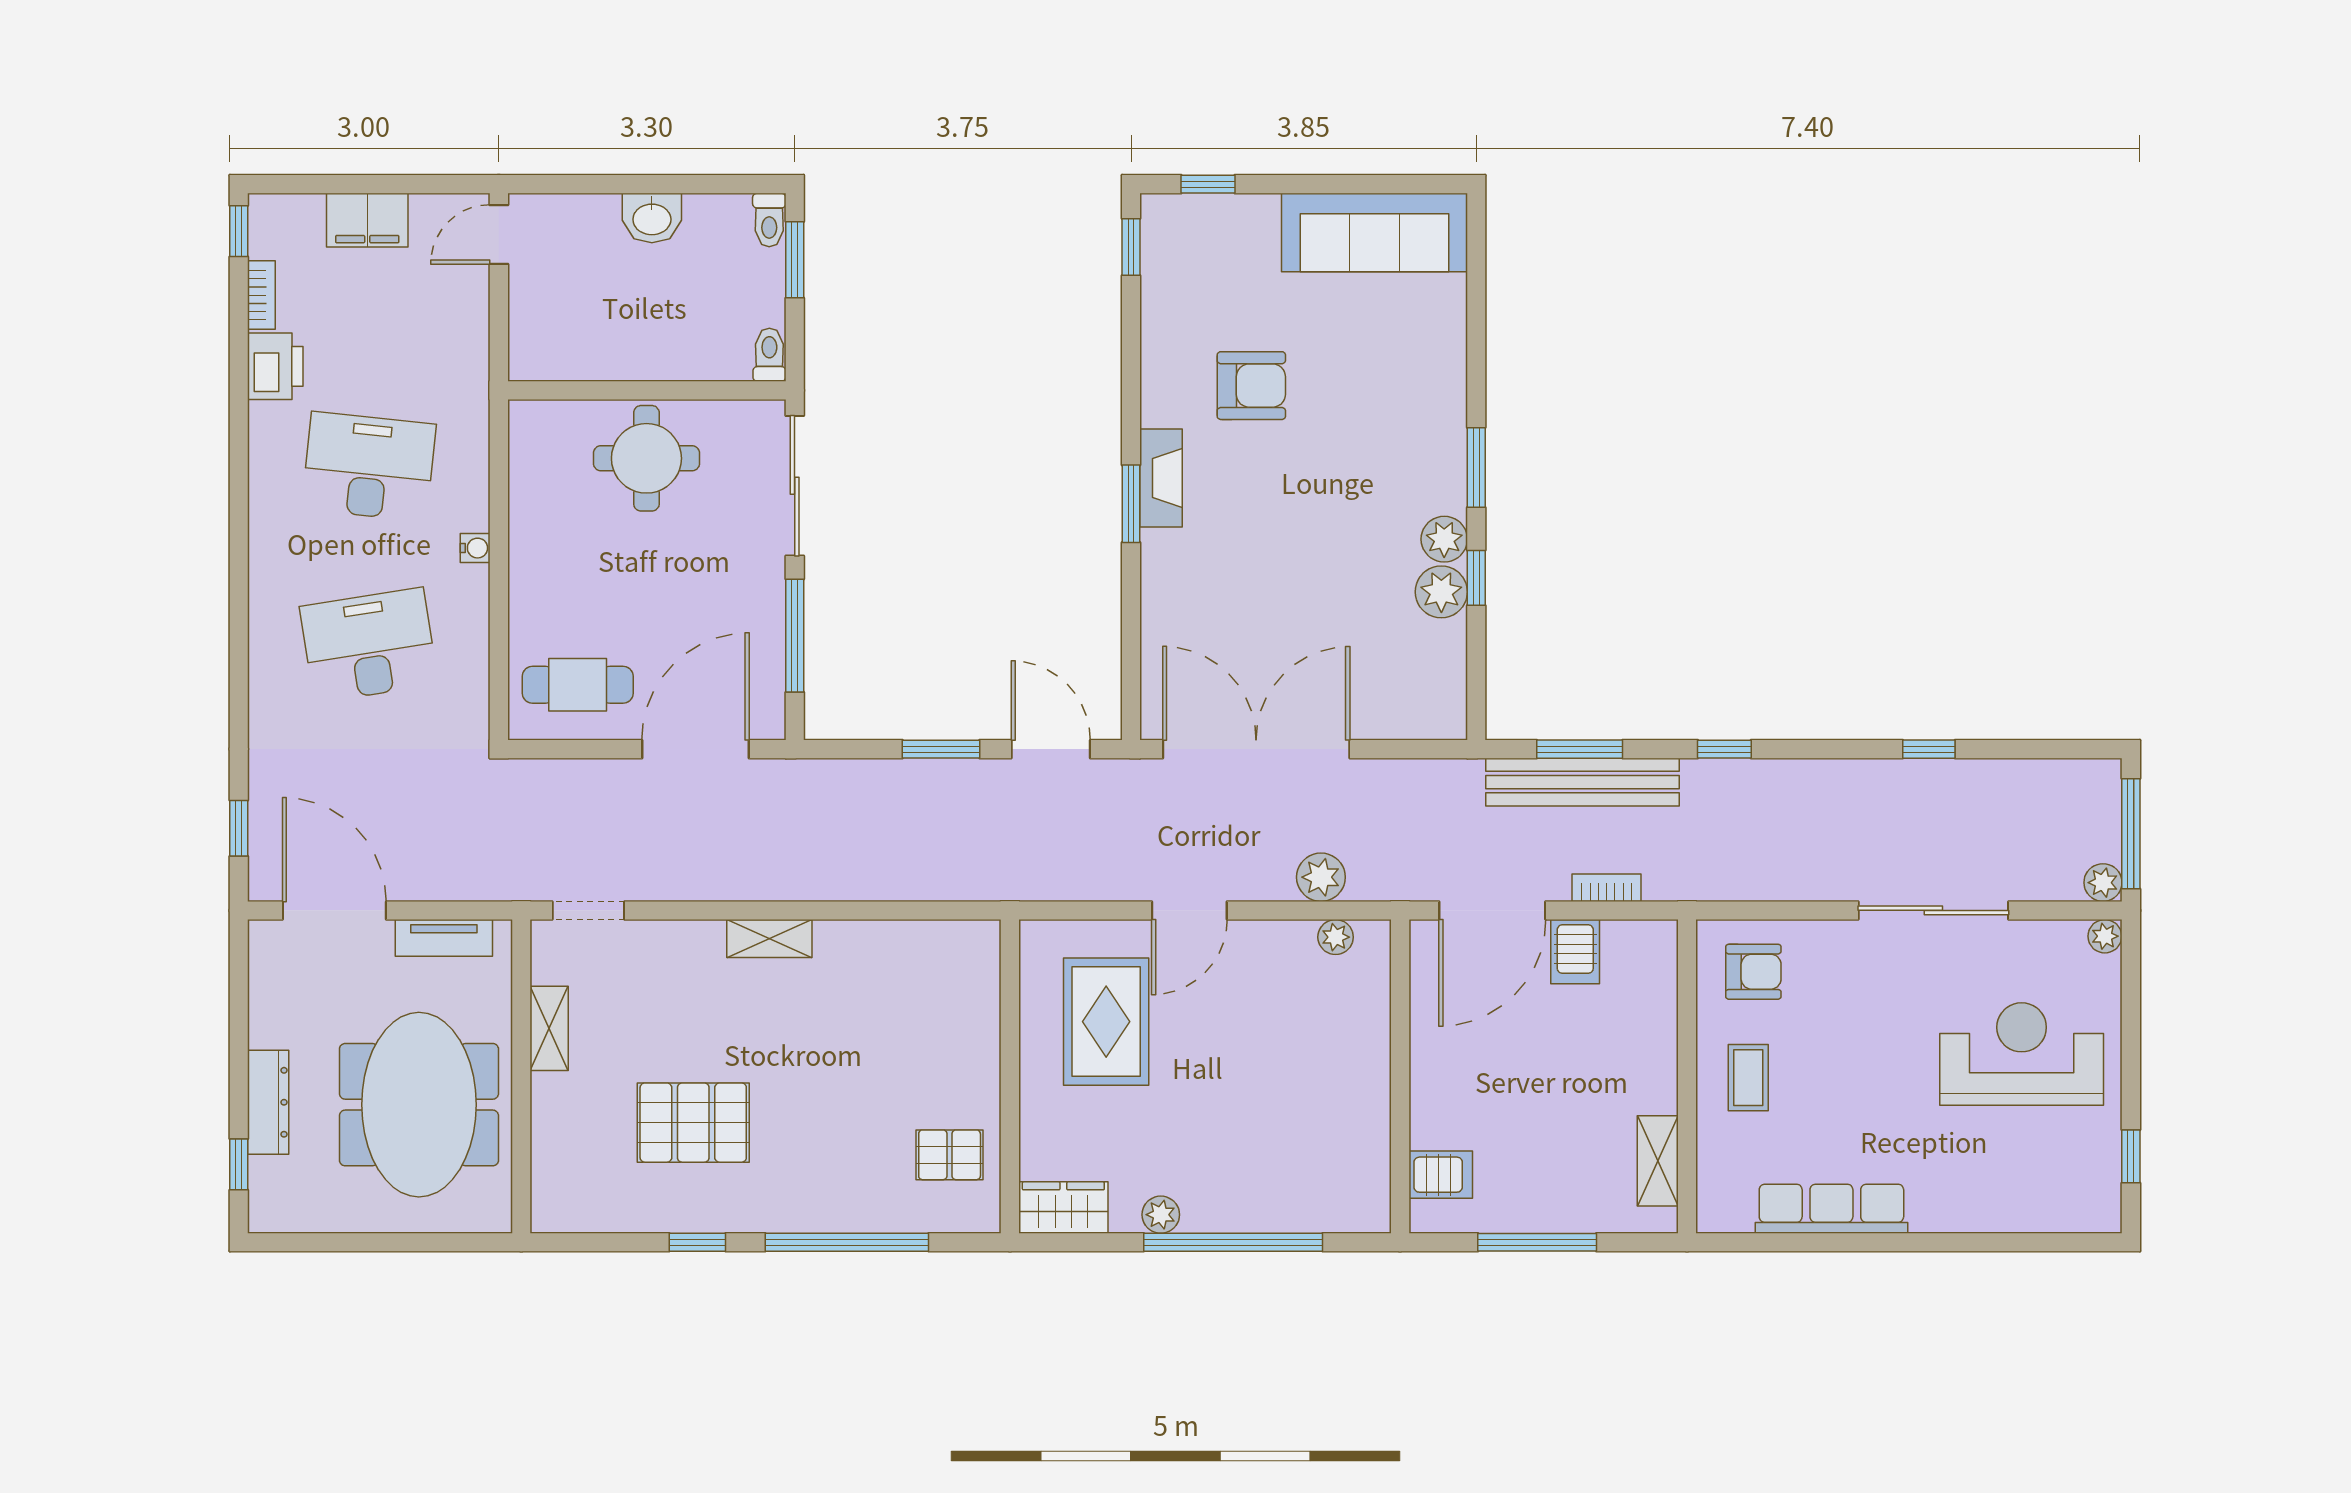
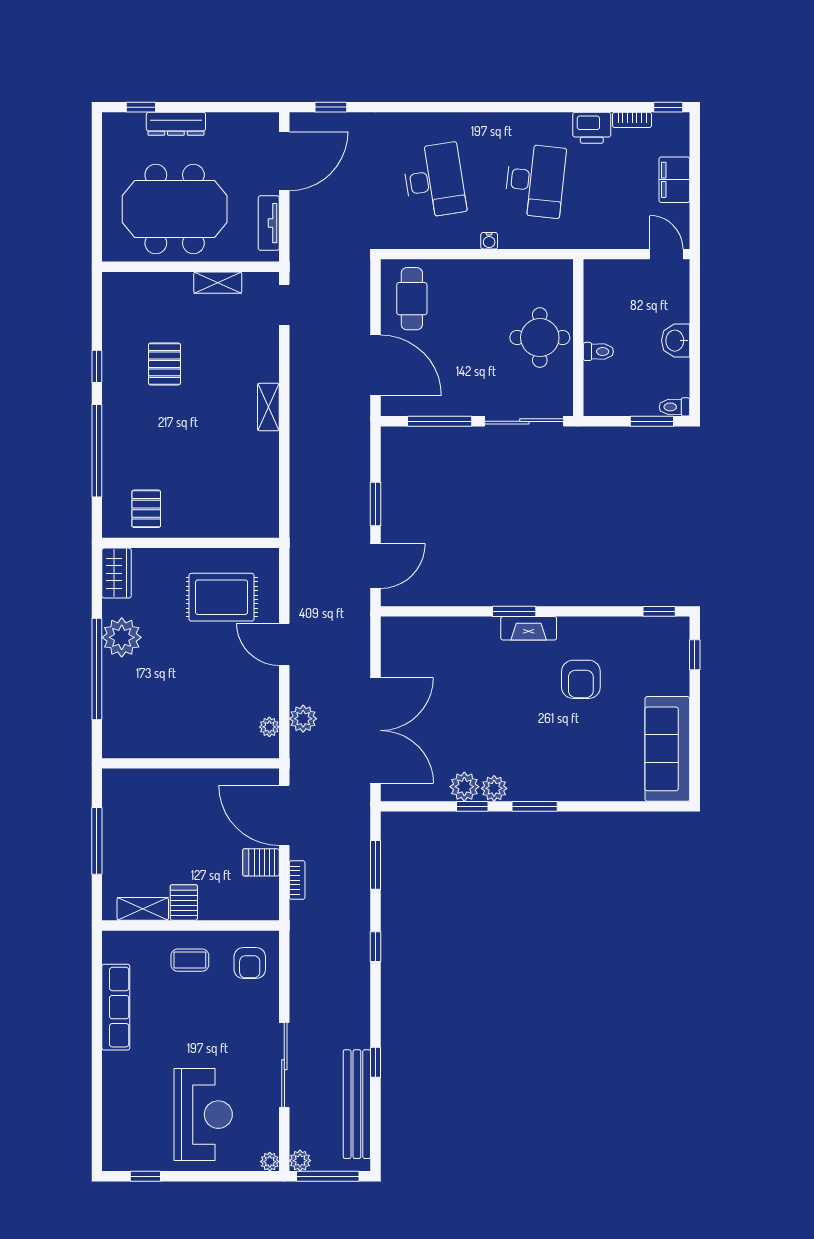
toilet: (769, 355) -> (598, 351), moved
double door: (1256, 749) -> (376, 730), moved
bench: (1583, 782) -> (357, 1104), moved
pallet: (693, 1123) -> (164, 364), width x0.67, depth x0.71
server rack: (1441, 1175) -> (184, 903), moved, turned 180
plant: (1161, 1215) -> (122, 637), width x1.88, depth x1.88

